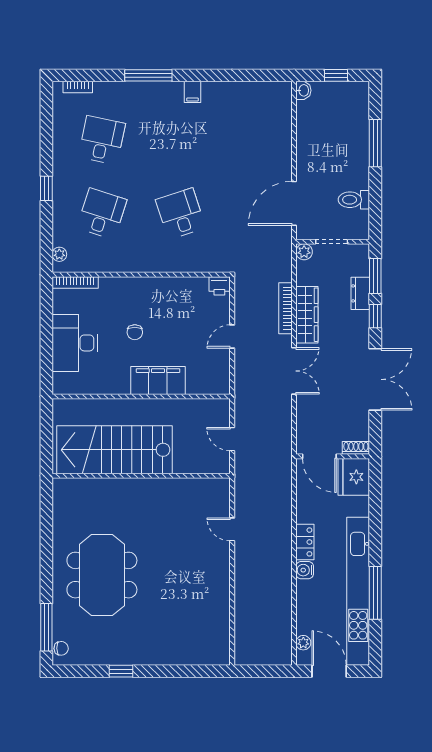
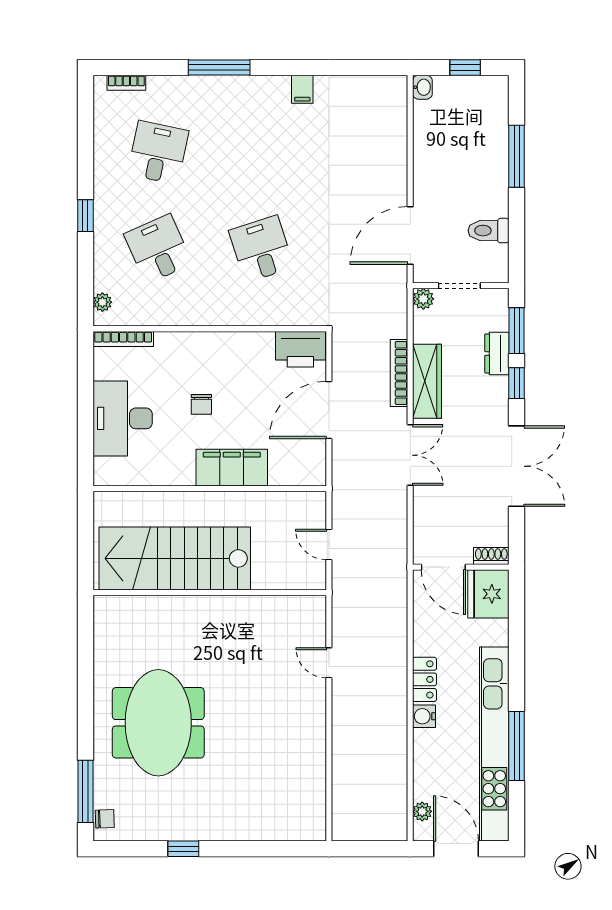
filing cabinet: (192, 92) -> (302, 89), moved
desk: (102, 214) -> (158, 249), turned -42
printer: (219, 286) -> (300, 349), width x1.87, depth x1.48
door: (232, 337) -> (329, 410), width x1.87

